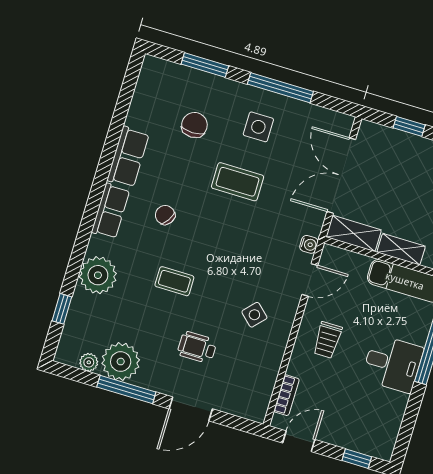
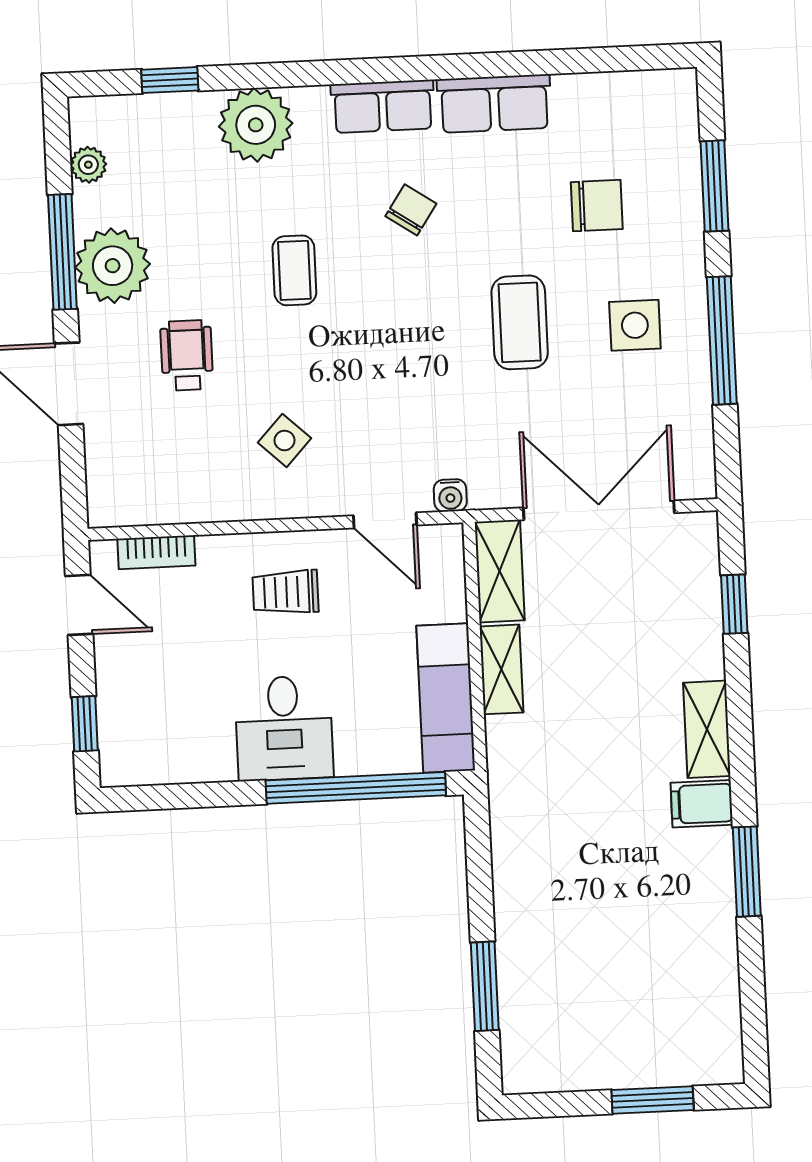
plant: (121, 362) -> (113, 266), moved

